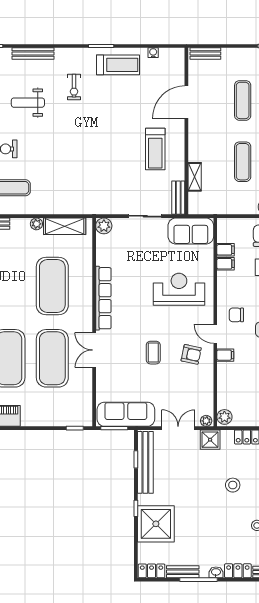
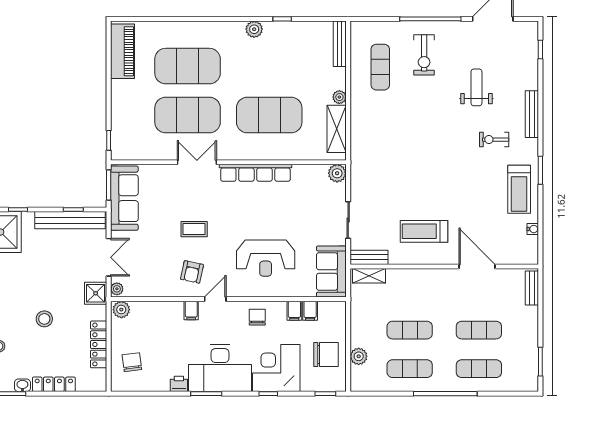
bench: (33, 54) -> (532, 114), moved
shelving: (195, 177) -> (369, 276), moved
reception desk: (179, 289) -> (266, 258), turned 90
chair: (236, 315) -> (257, 317), moved

